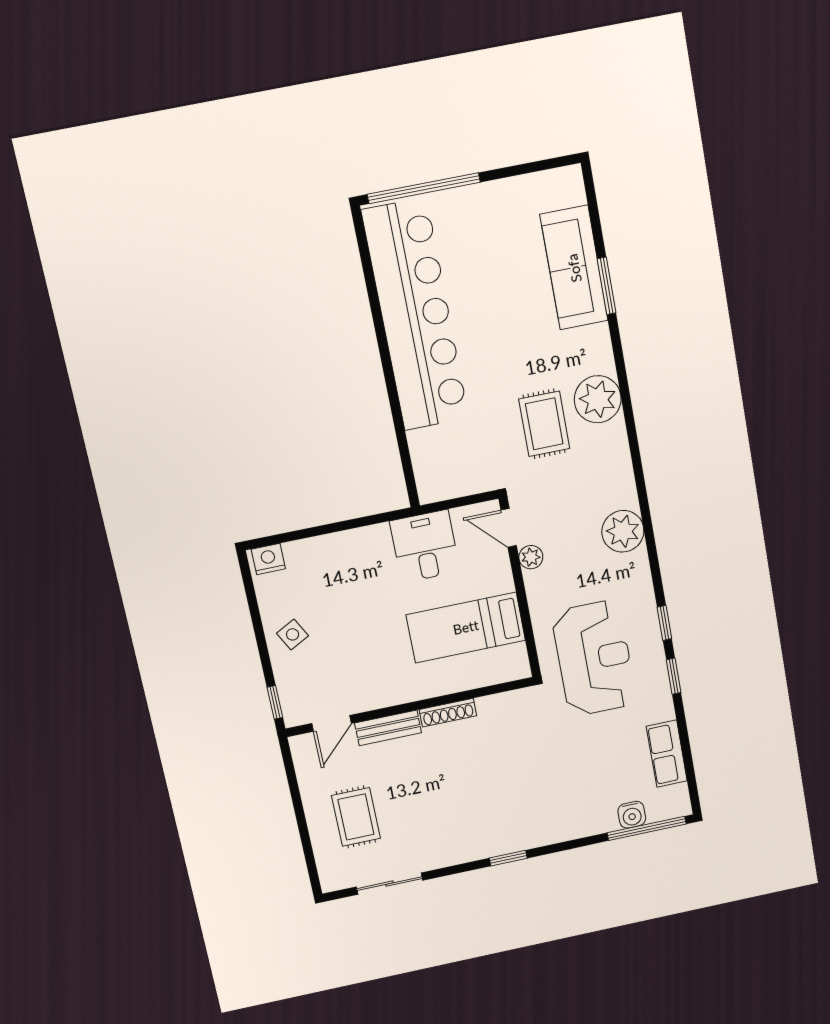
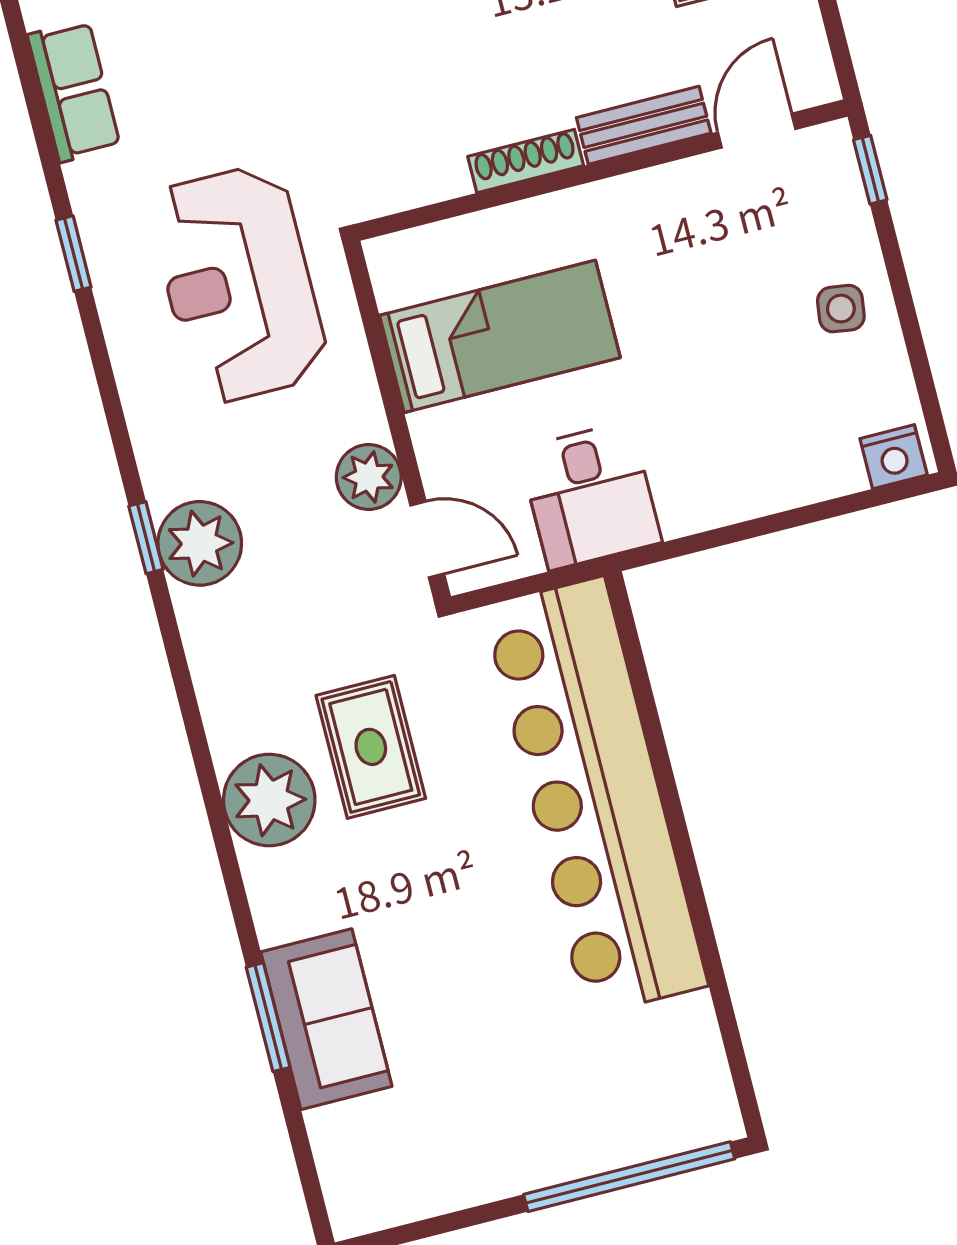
sofa: (574, 268) -> (326, 1019), width x0.73
bar counter: (416, 315) -> (595, 796), moved
plant: (531, 557) -> (369, 477), width x1.38, depth x1.38
window: (664, 623) -> (146, 538), moved
side table: (293, 634) -> (841, 309), turned 36

